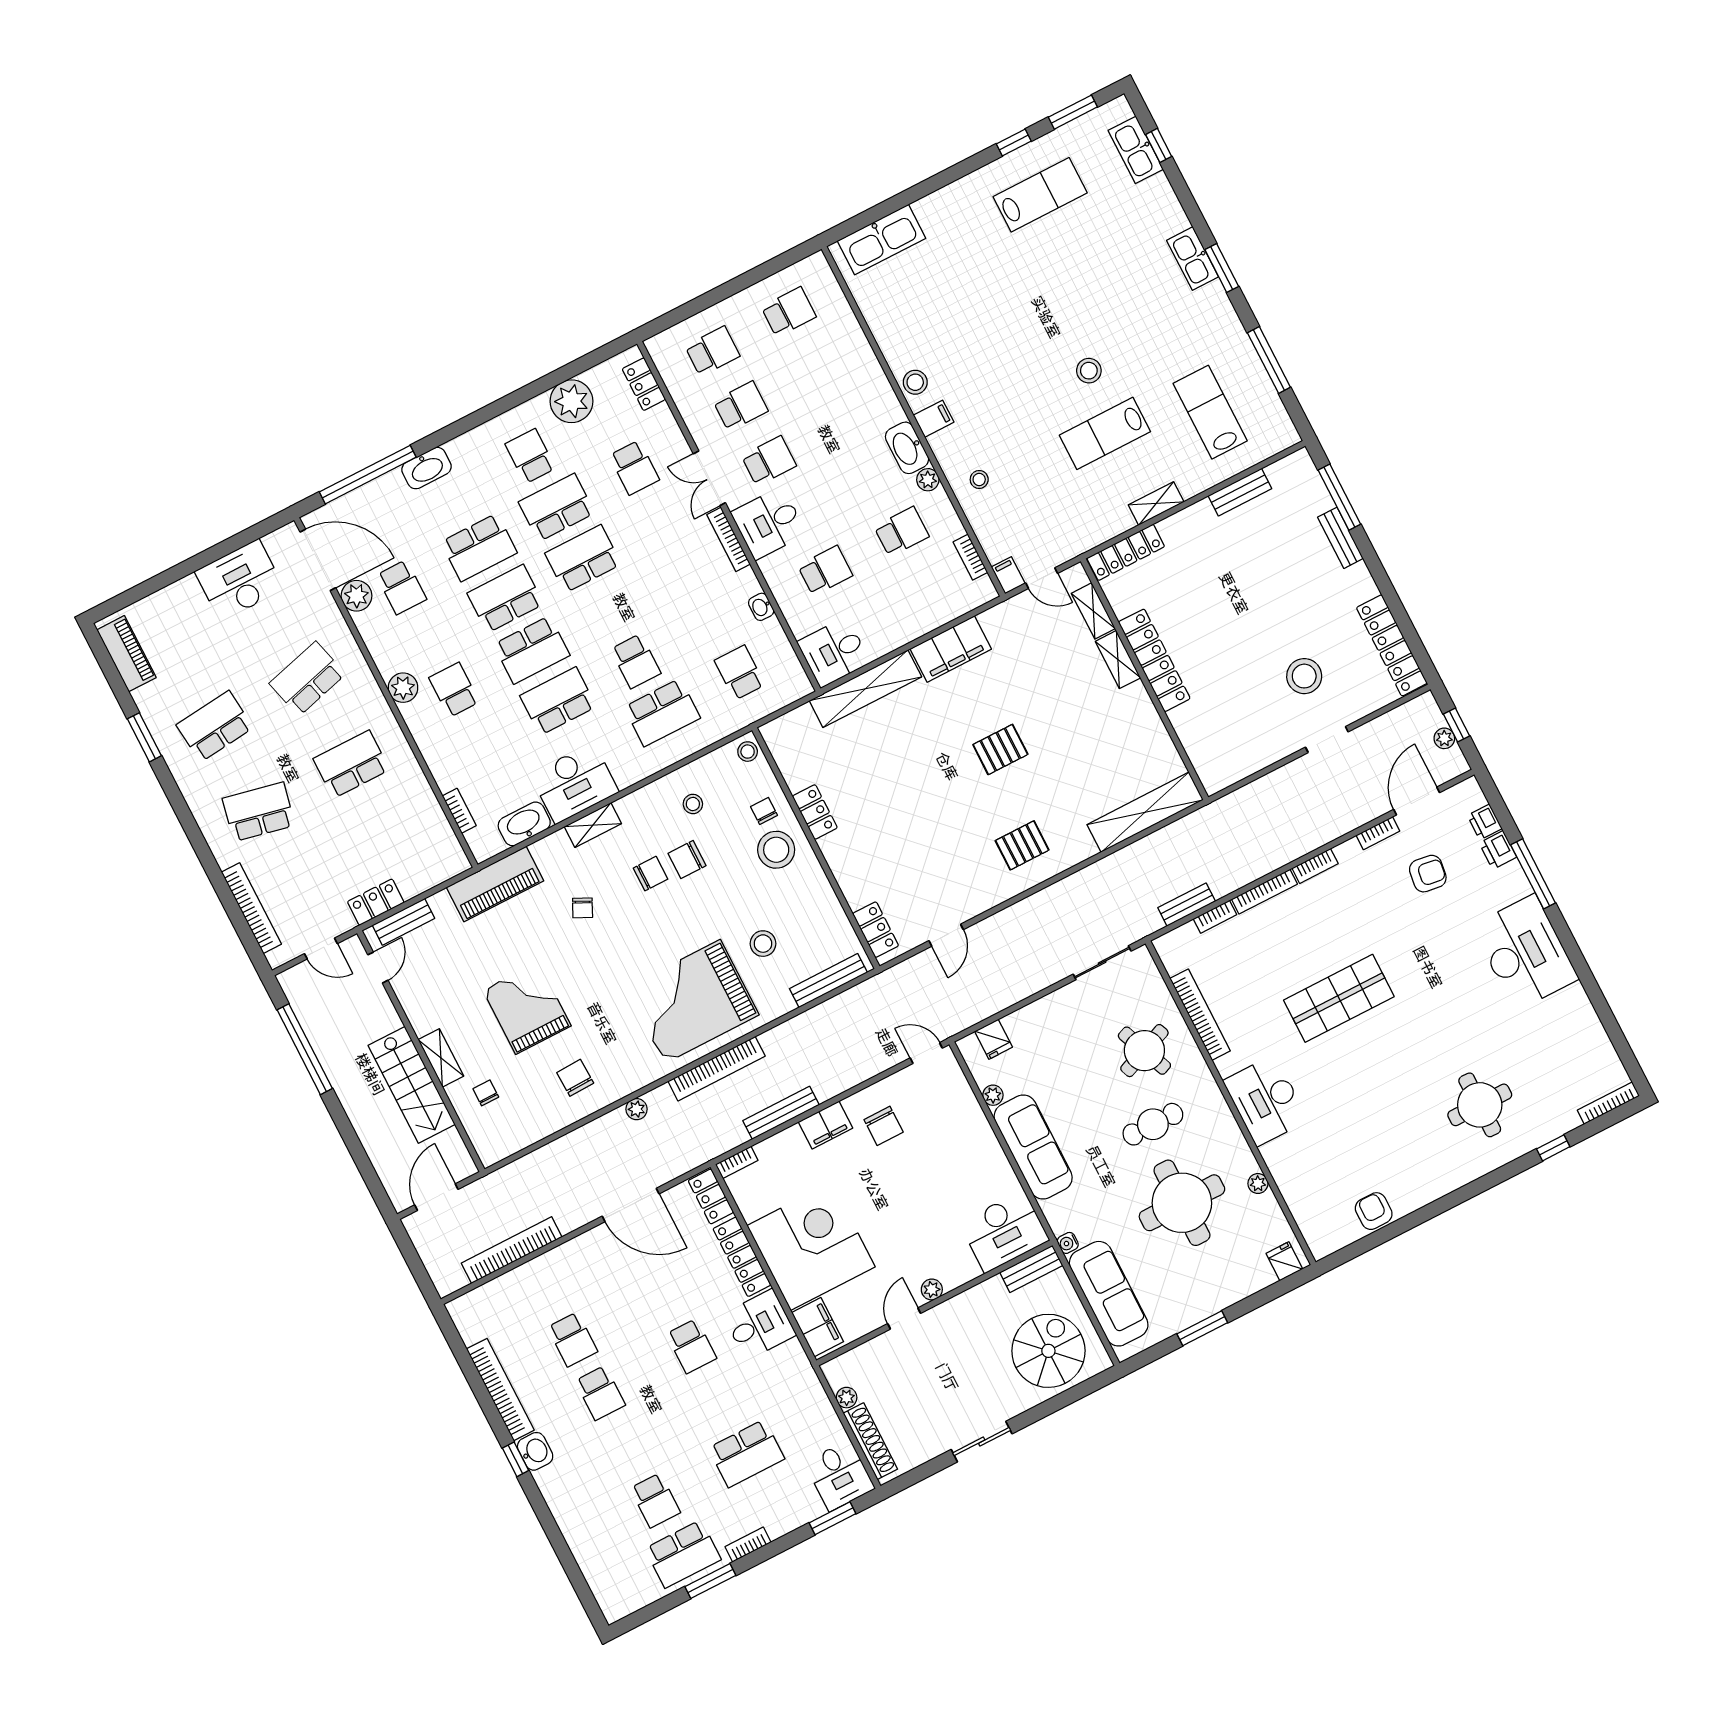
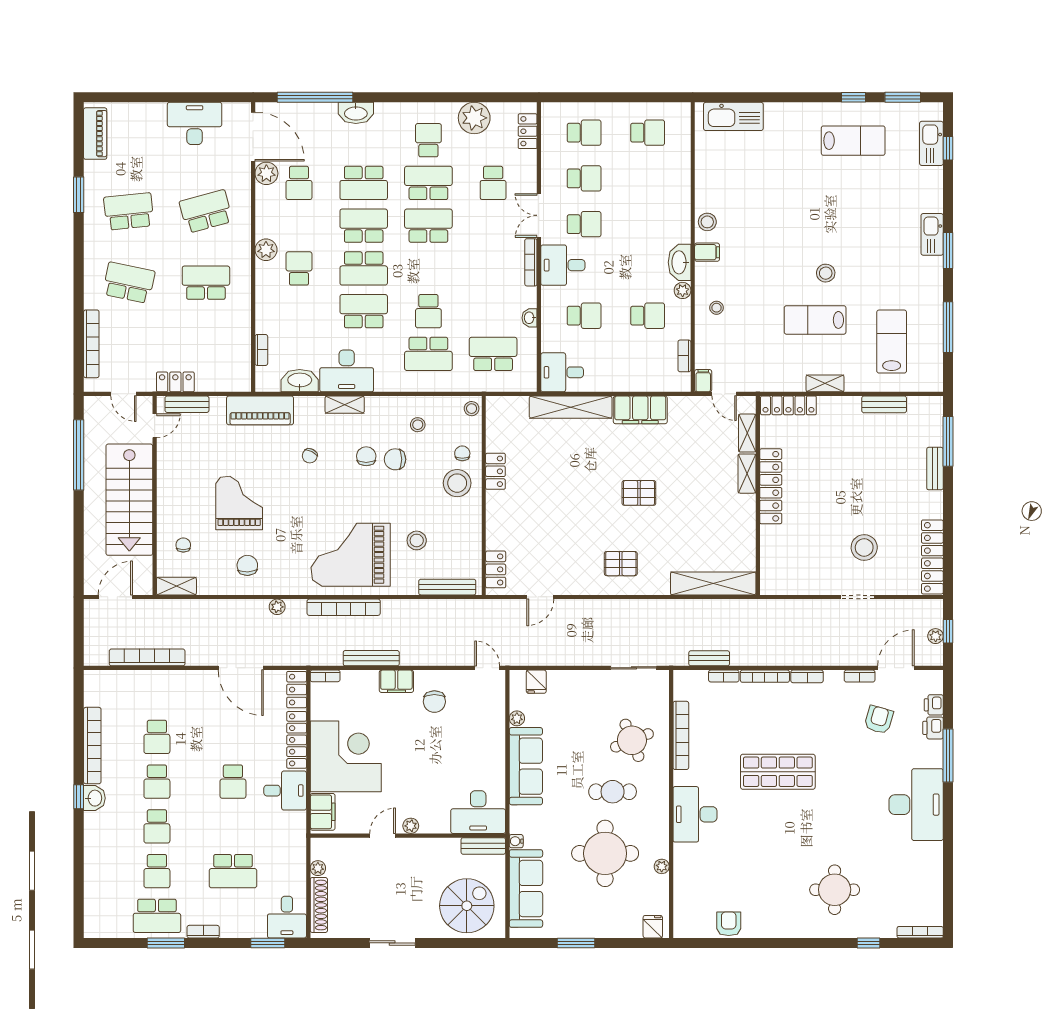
school desk: (740, 673) -> (493, 354), width x1.85
chair: (651, 874) -> (366, 456), turned -90
armchair: (1428, 874) -> (879, 720), turned -82
shelving: (441, 1058) -> (176, 586), moved, turned 90
stairs: (412, 1085) -> (129, 500), width x1.36, depth x1.51
school desk: (628, 1447) -> (157, 826), added

